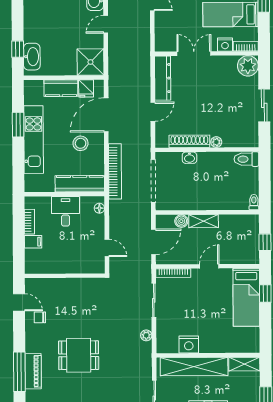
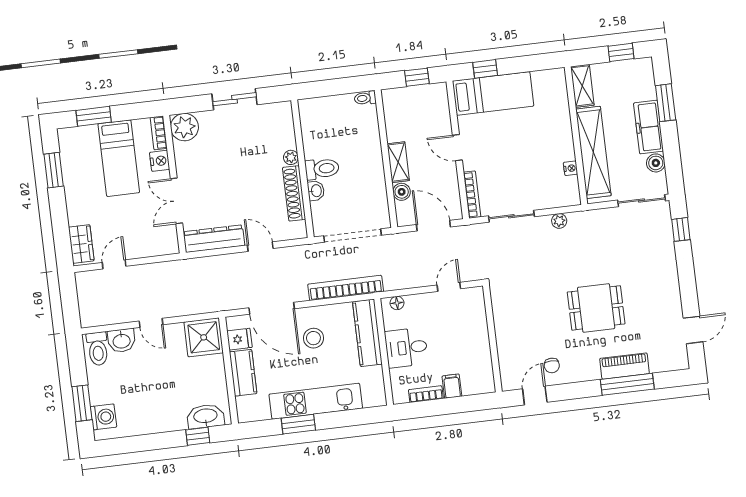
toilet: (246, 159) -> (322, 169), moved, turned -90
nightstand: (189, 344) -> (571, 168), width x0.53, depth x0.56
dining table: (79, 355) -> (596, 308), turned 90

